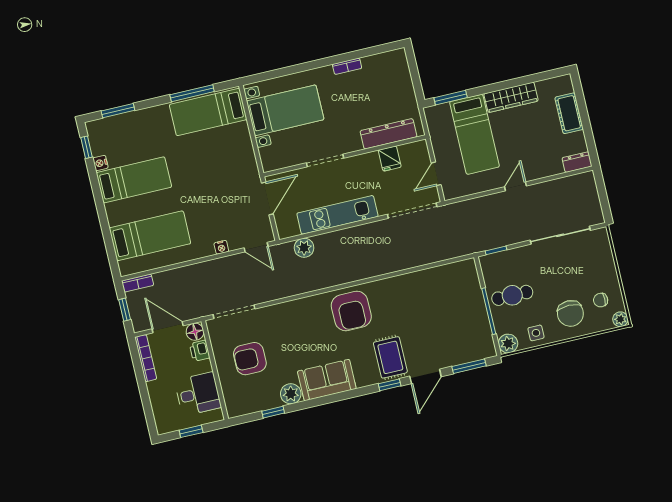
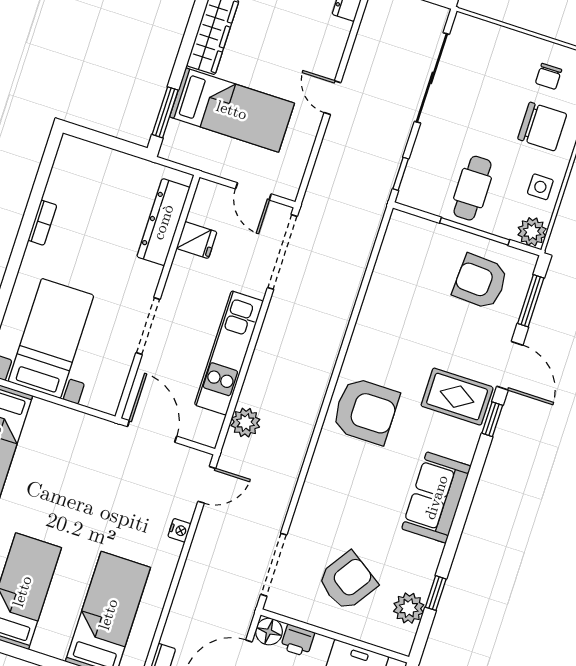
armchair: (463, 331) -> (480, 282), added
armchair: (250, 359) -> (347, 581), turned -146
plant: (291, 394) -> (409, 608), moved

